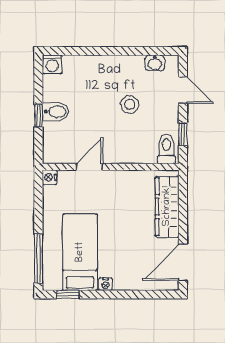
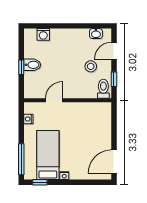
washing machine: (52, 64) -> (43, 34), moved
door: (183, 90) -> (114, 51), swing flipped
stool: (130, 104) -> (91, 66), moved
nightstand: (50, 177) -> (28, 119), moved
wardrobe: (167, 207) -> (104, 126), removed

